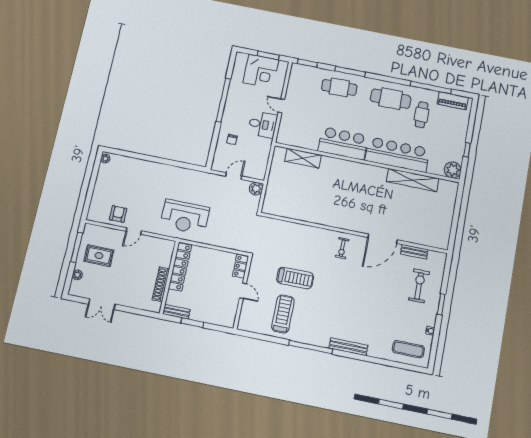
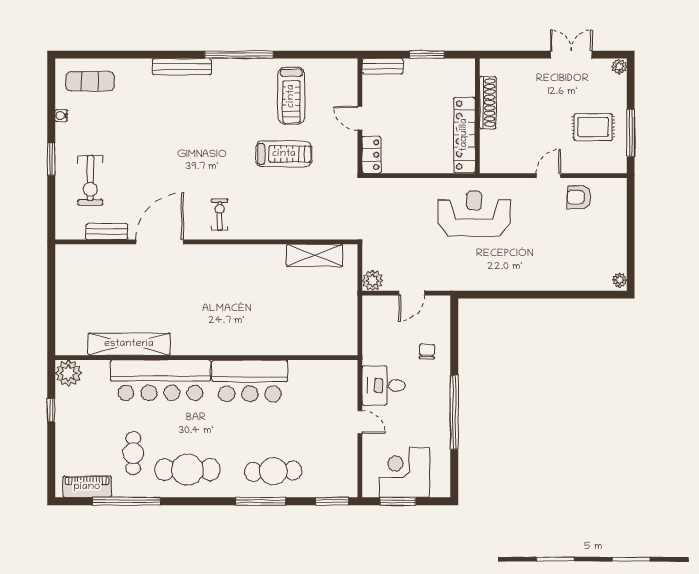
shelving: (303, 158) -> (315, 255), moved
armchair: (118, 214) -> (579, 197), turned 90
plant: (77, 275) -> (619, 67), moved
treadmill: (295, 278) -> (284, 154), turned 180
bench: (176, 312) -> (383, 66), moved

